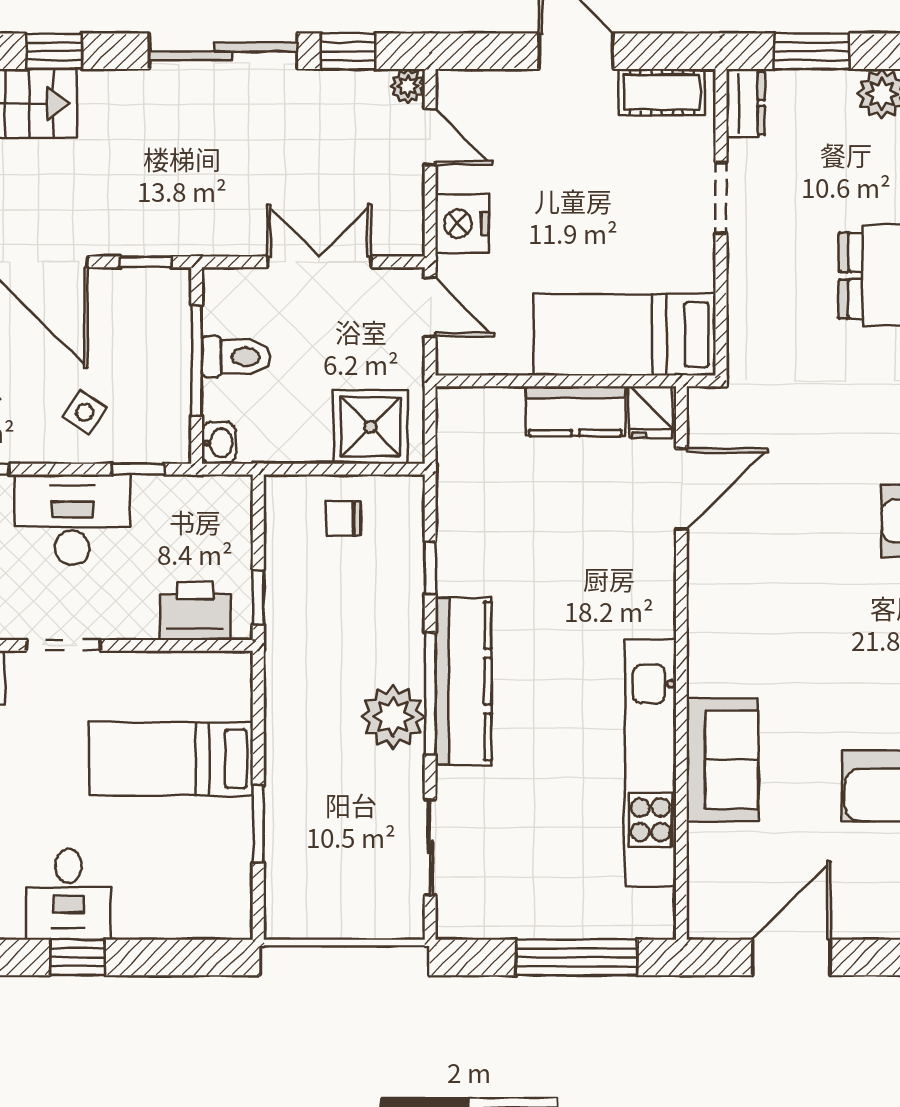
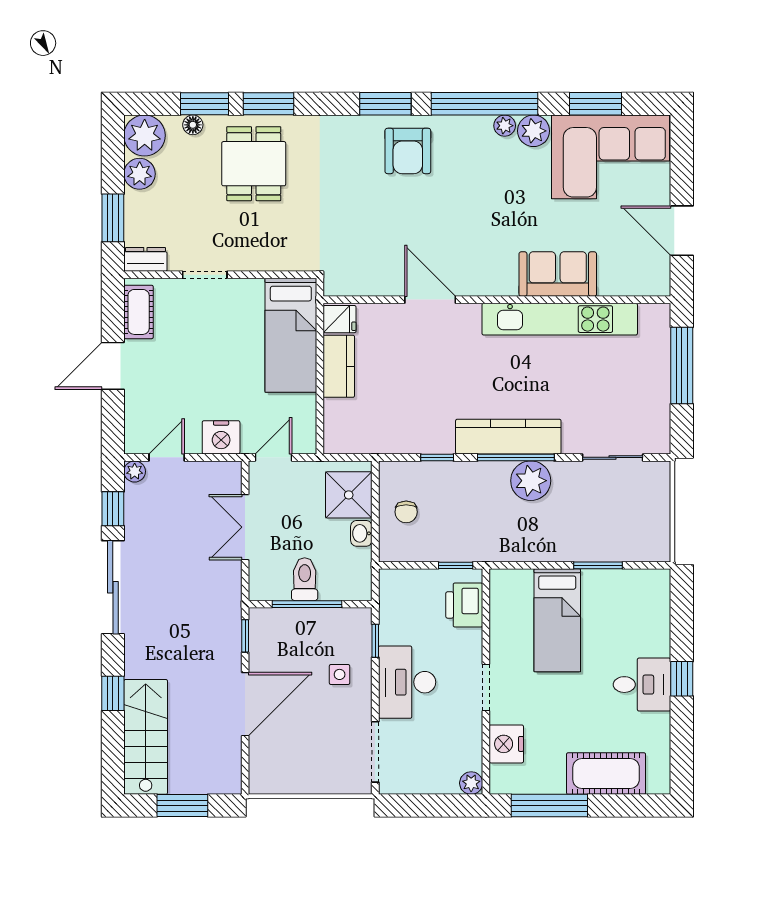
side table: (84, 412) -> (340, 674), turned -34
washbasin: (219, 443) -> (361, 533), moved, turned -90
door: (681, 489) -> (430, 300), moved

